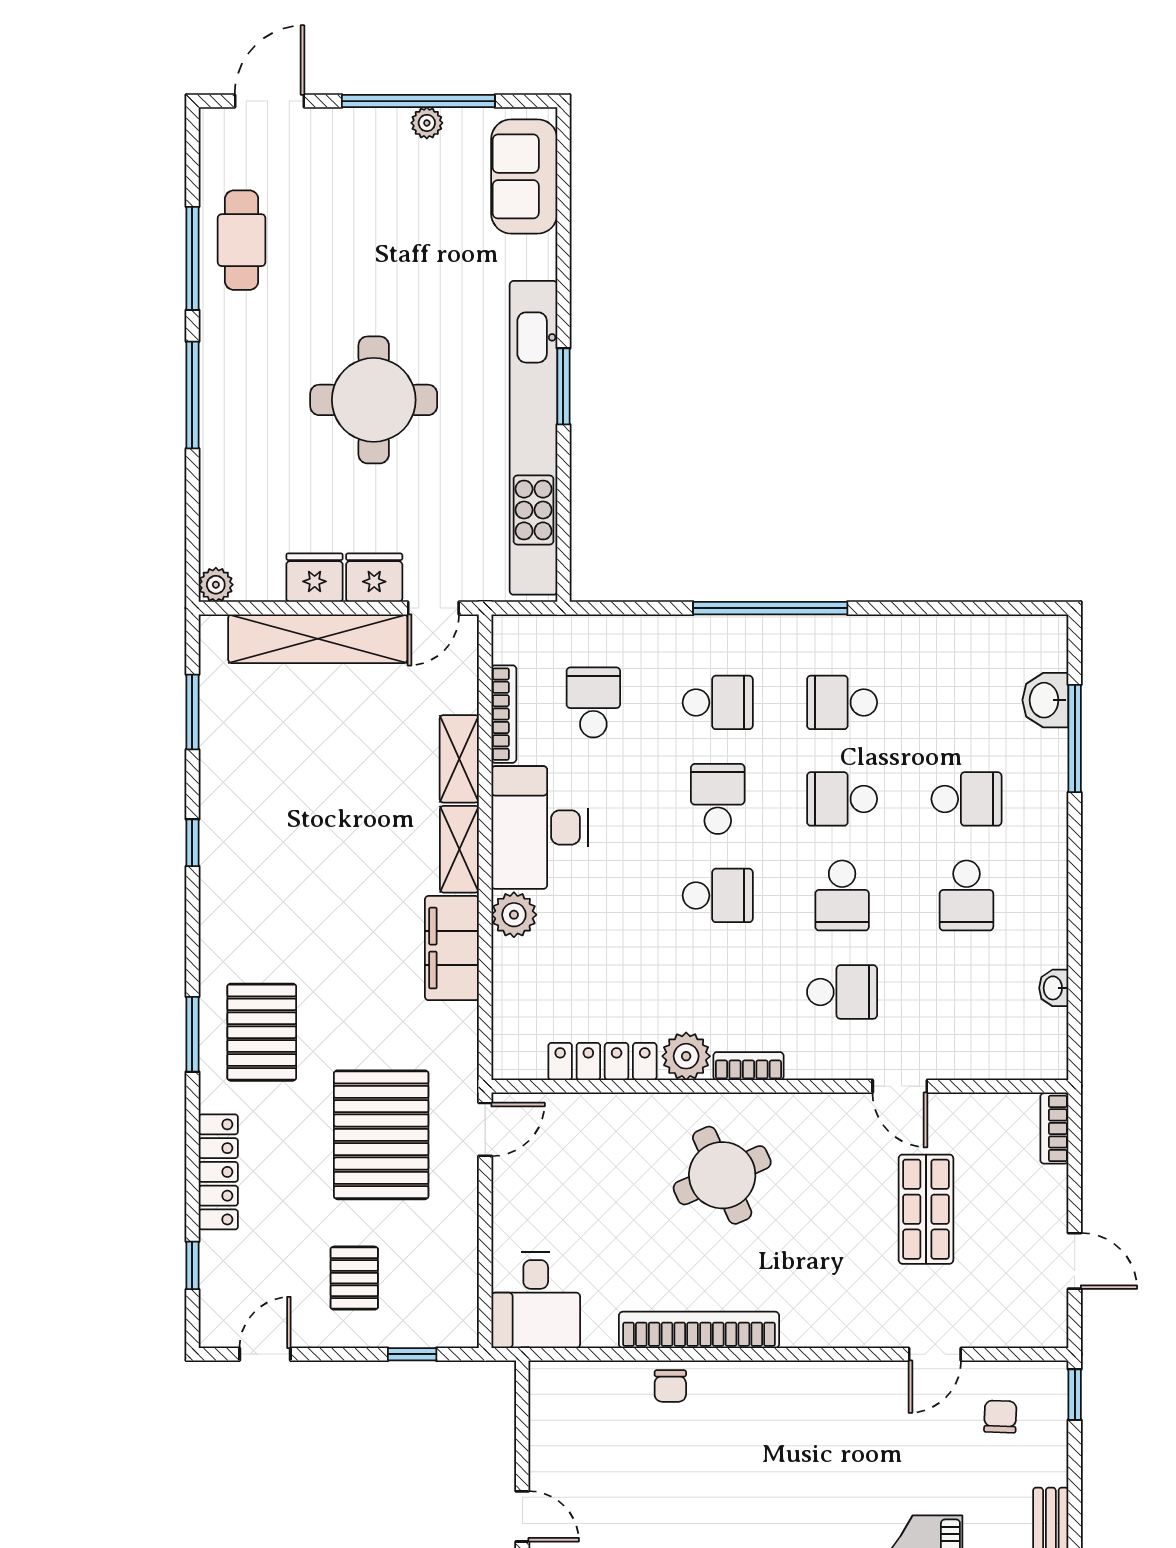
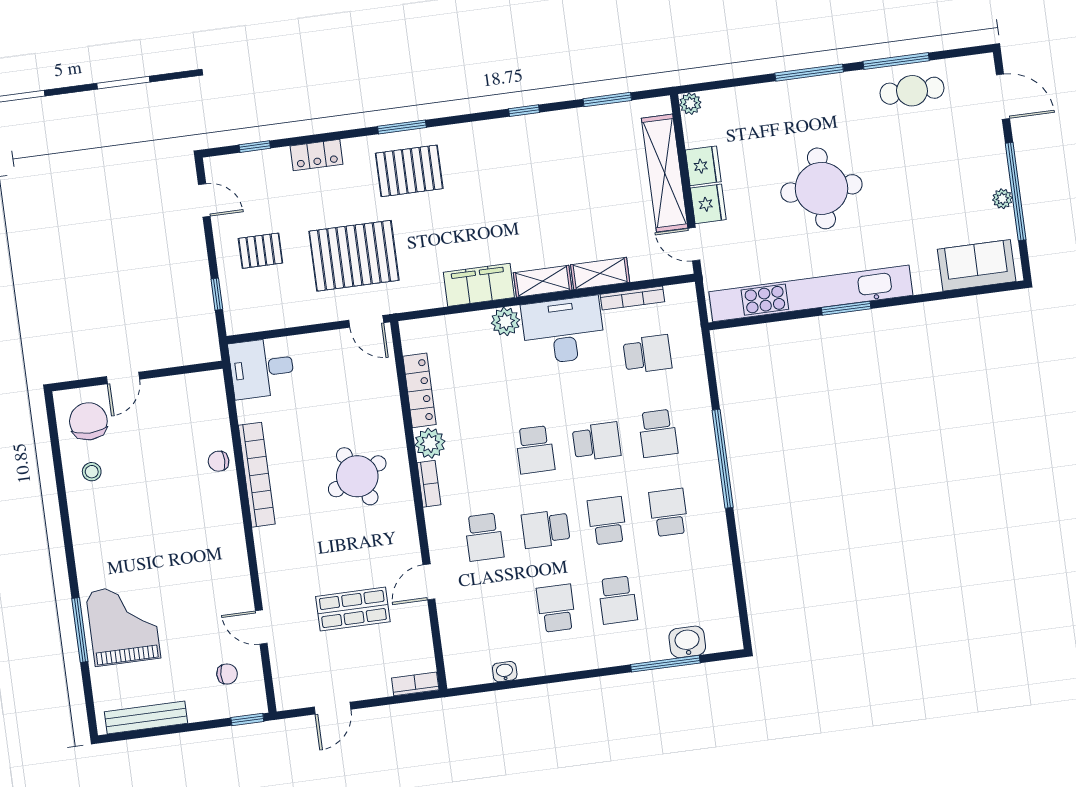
school desk: (966, 895) -> (556, 608), turned 90
locker: (218, 1172) -> (316, 155), width x0.66

